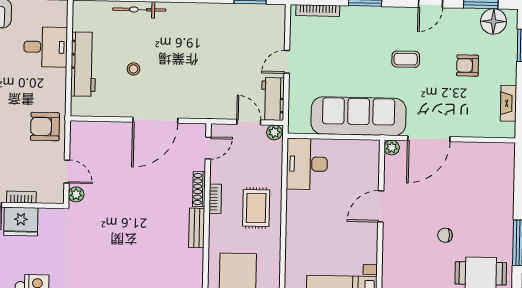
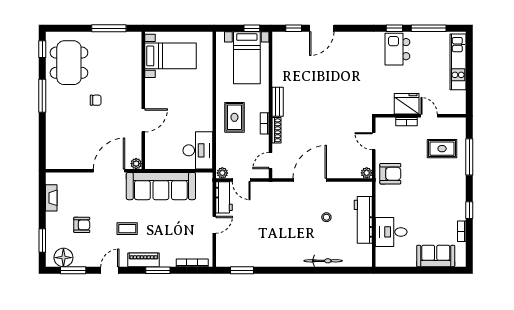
piano: (384, 16) -> (144, 260), added
plant: (76, 194) -> (367, 173), moved

